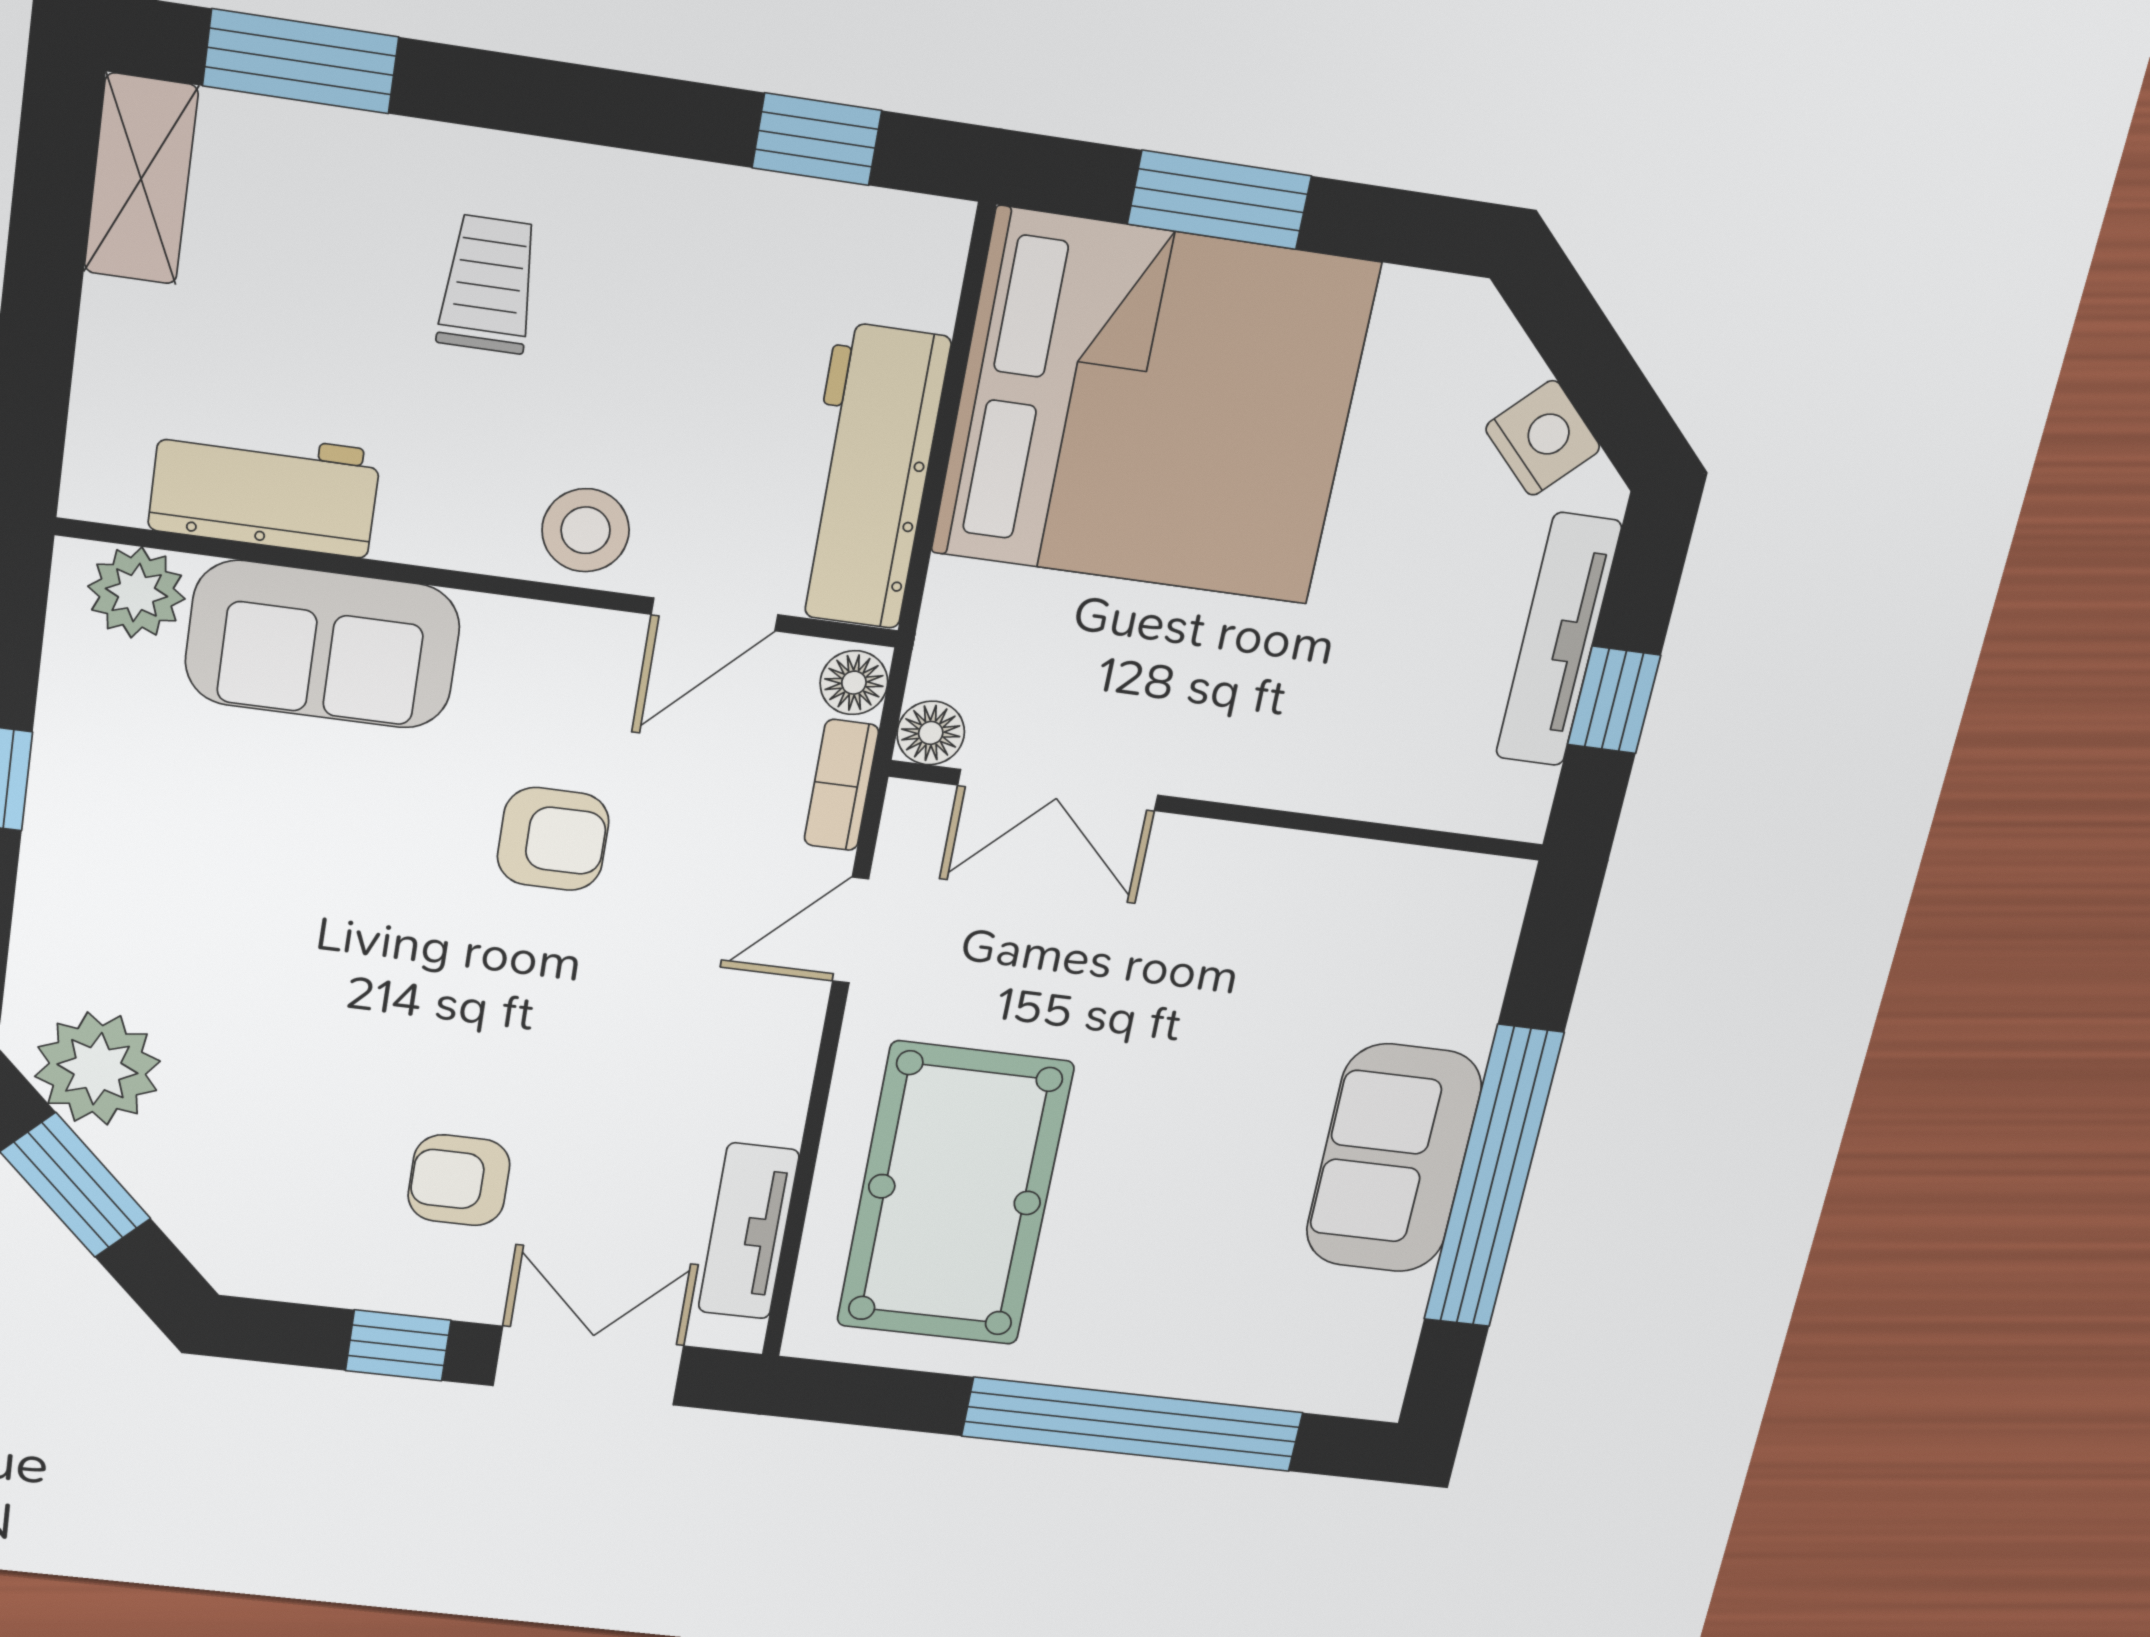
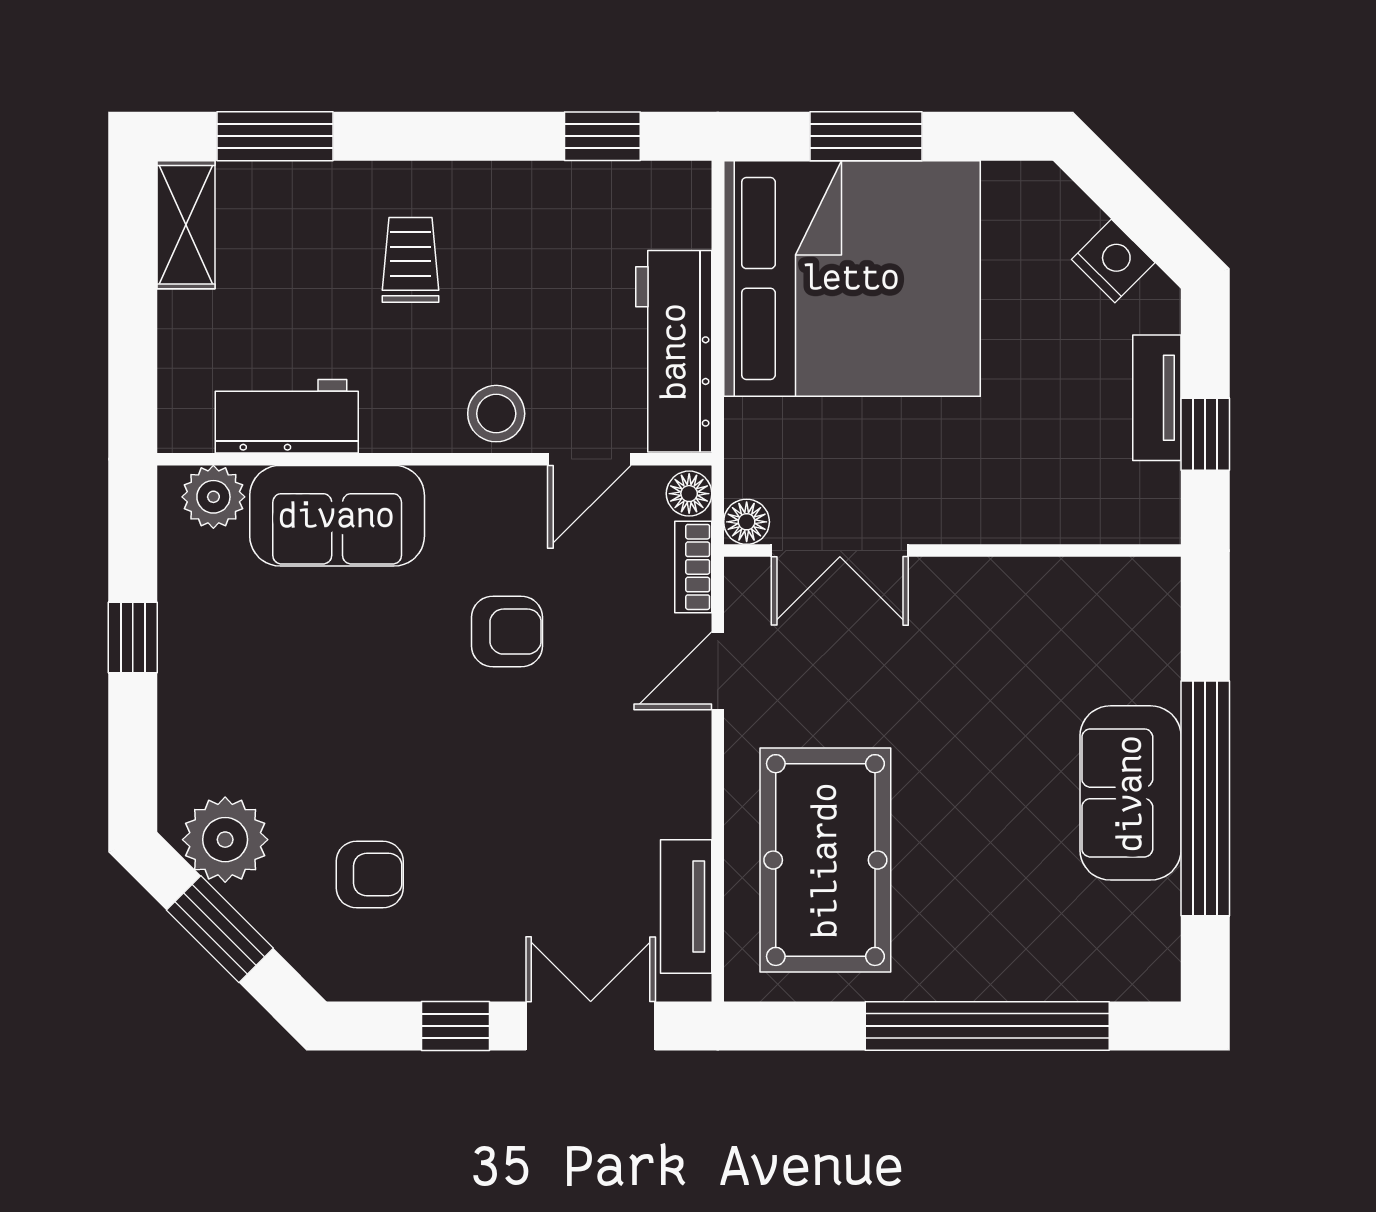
tv unit: (1558, 640) -> (1157, 398), width x0.71
armchair: (459, 1180) -> (370, 875), moved, turned 180

